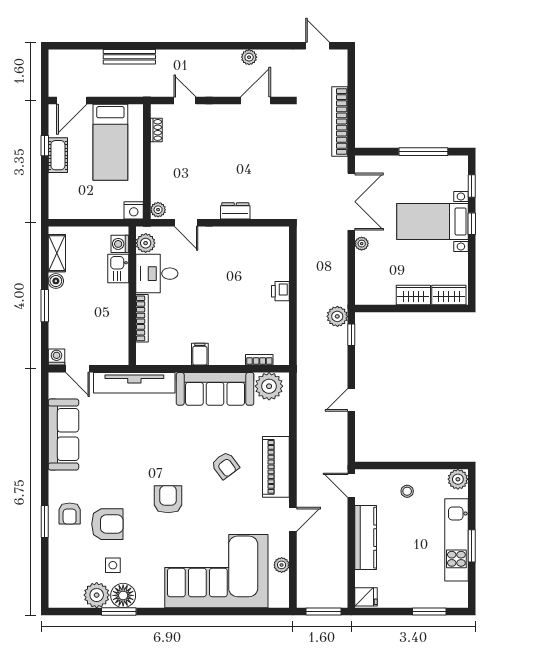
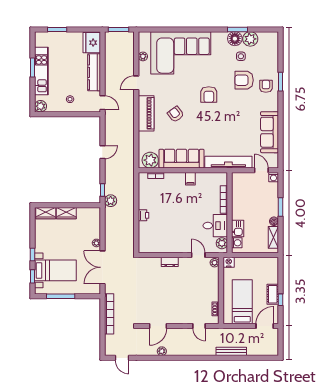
bed with nightstands: (432, 221) -> (55, 270), moved
fridge: (366, 597) -> (92, 43), width x1.88, depth x1.34

